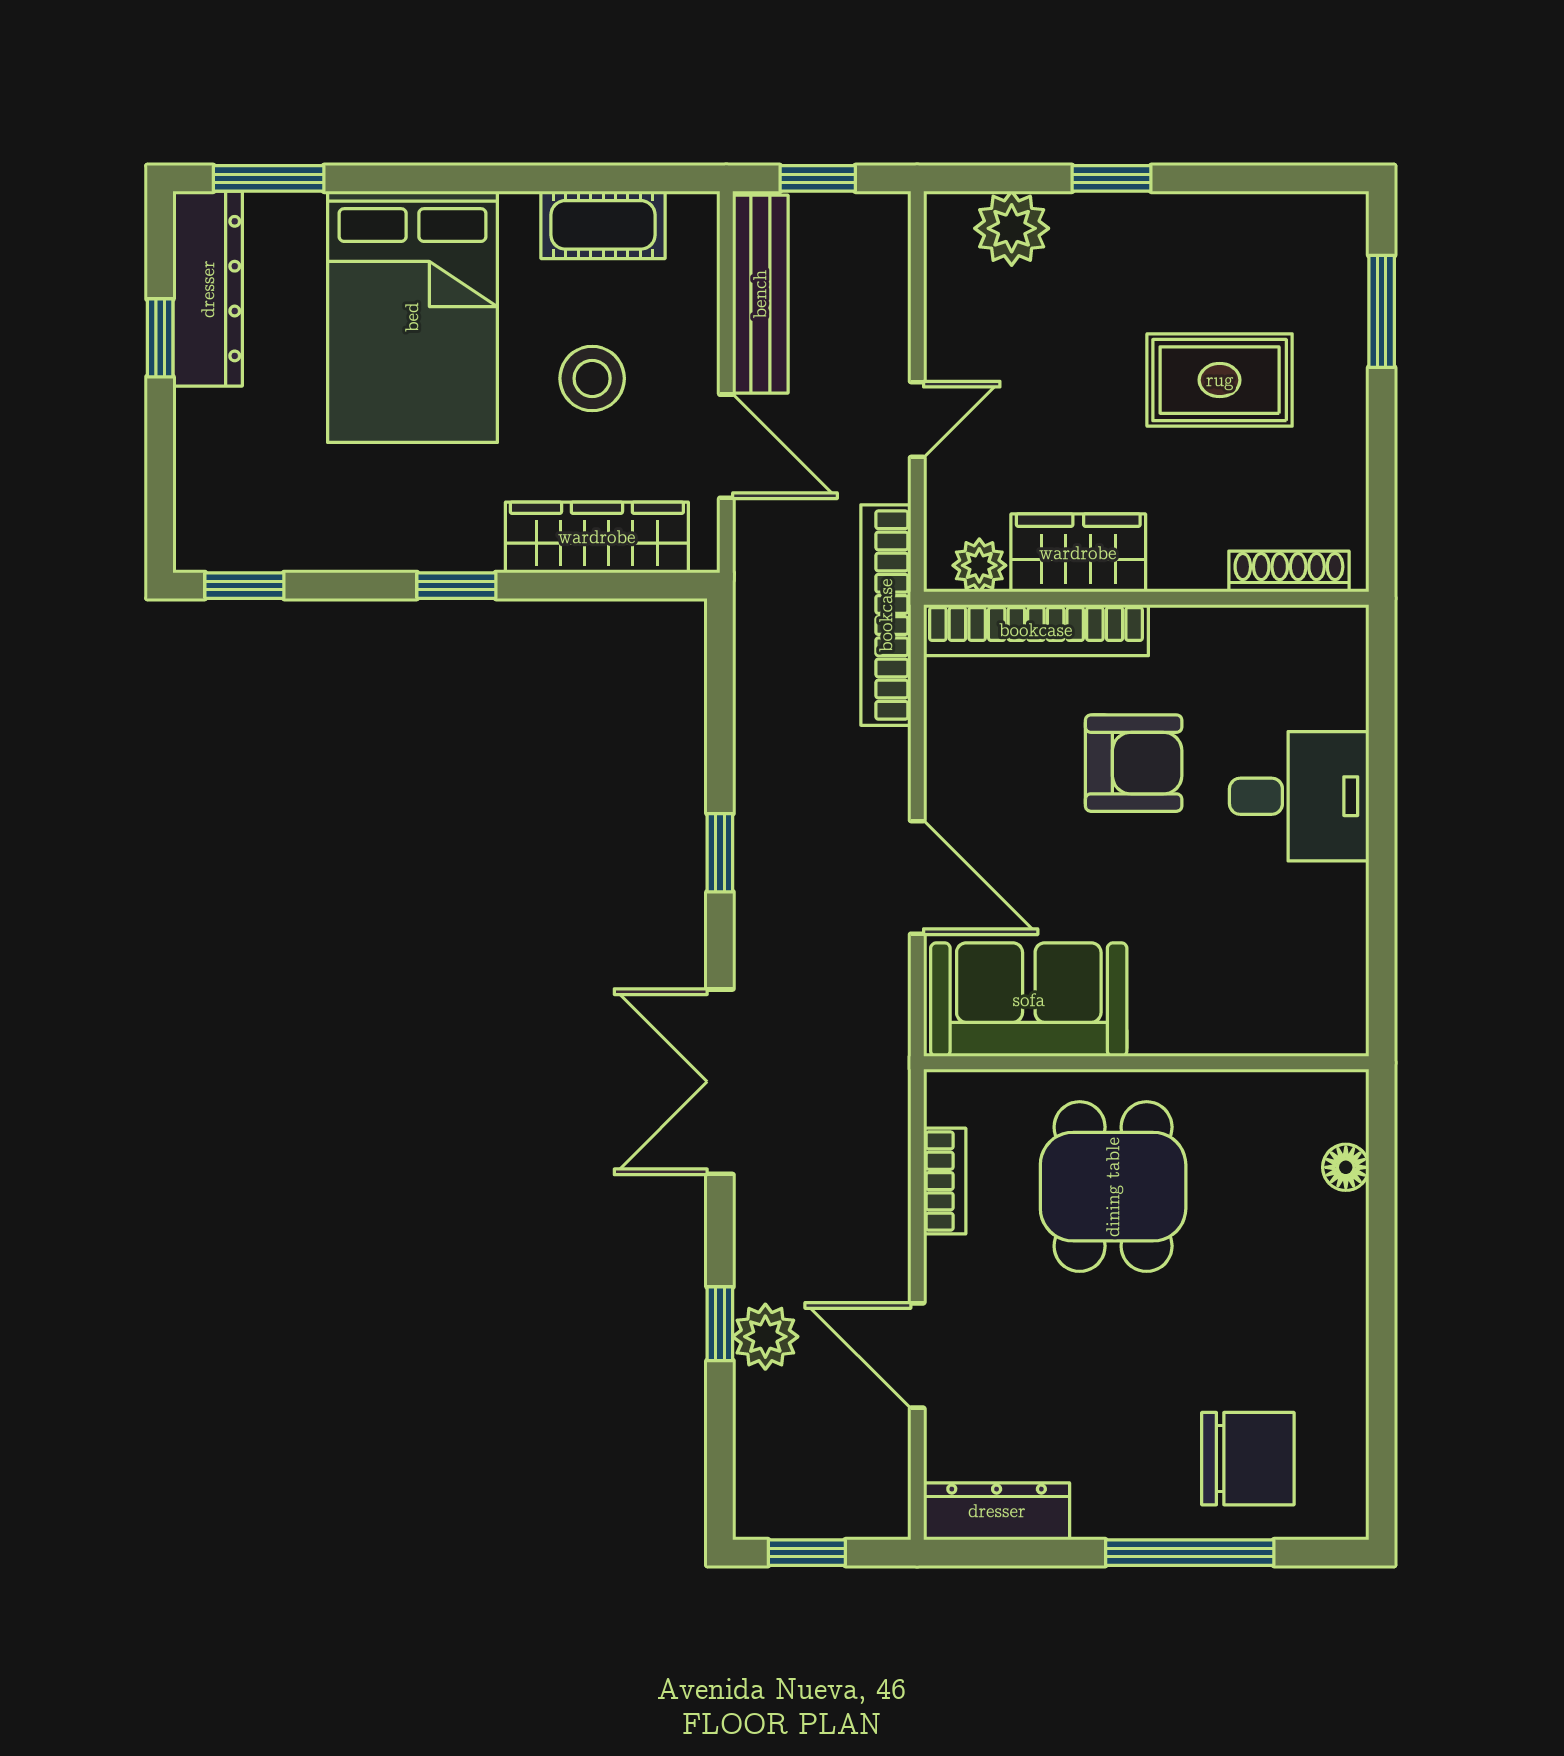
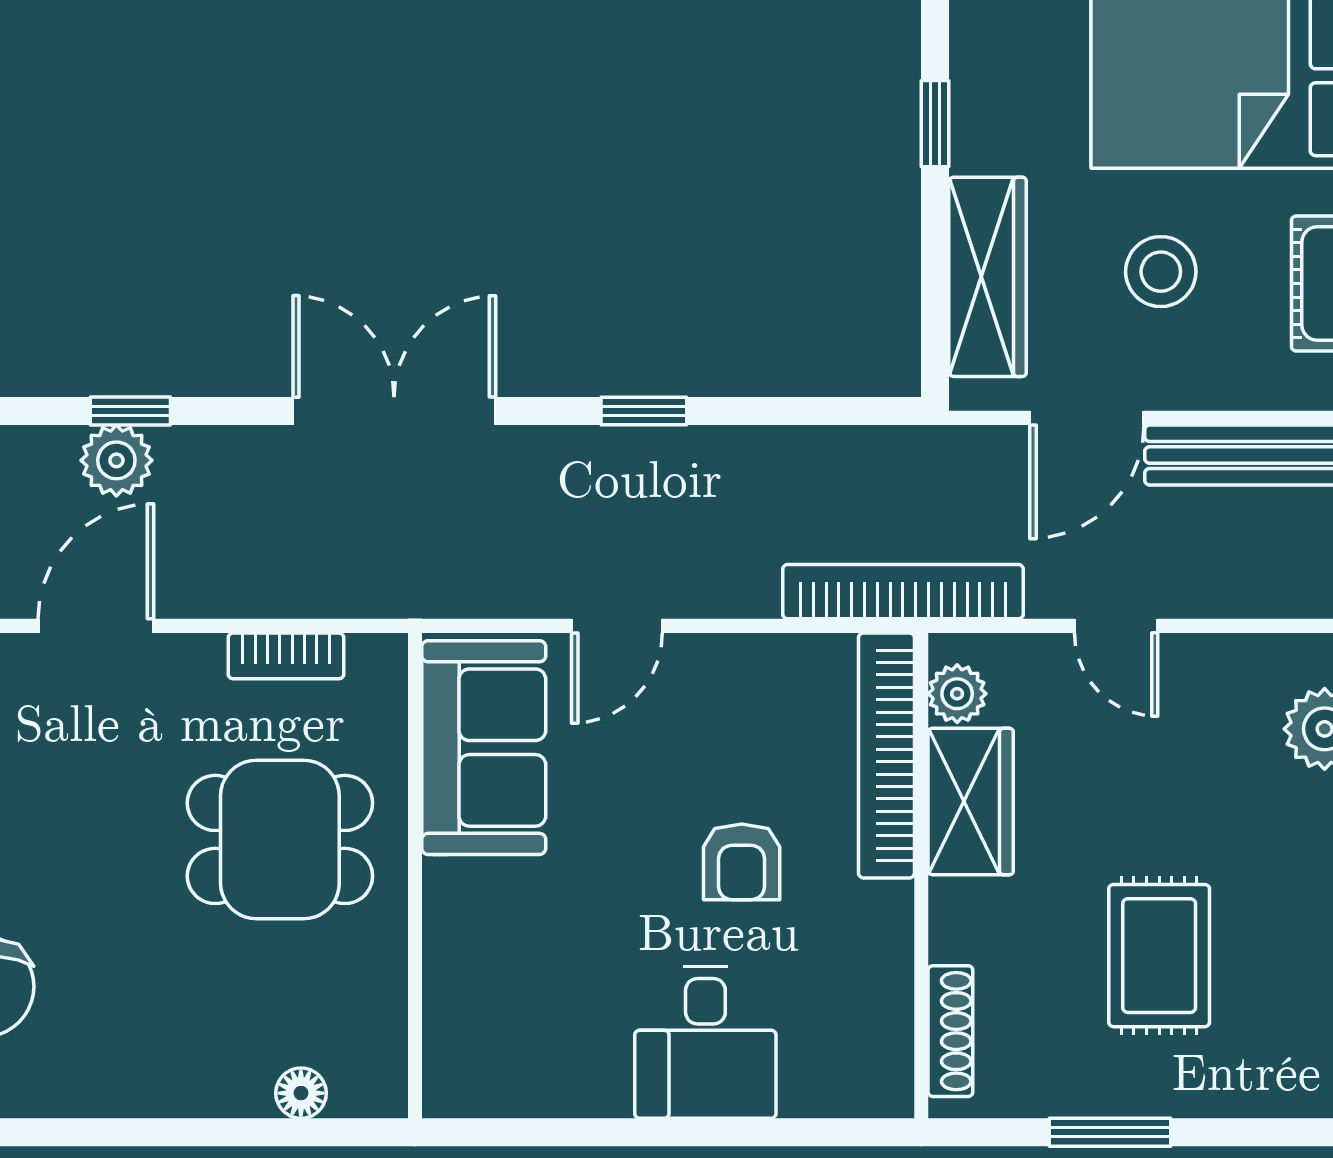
window: (1382, 311) -> (1110, 1132), moved
armchair: (1134, 763) -> (742, 862), width x0.72, depth x0.72
door: (917, 877) -> (617, 626), width x0.73

